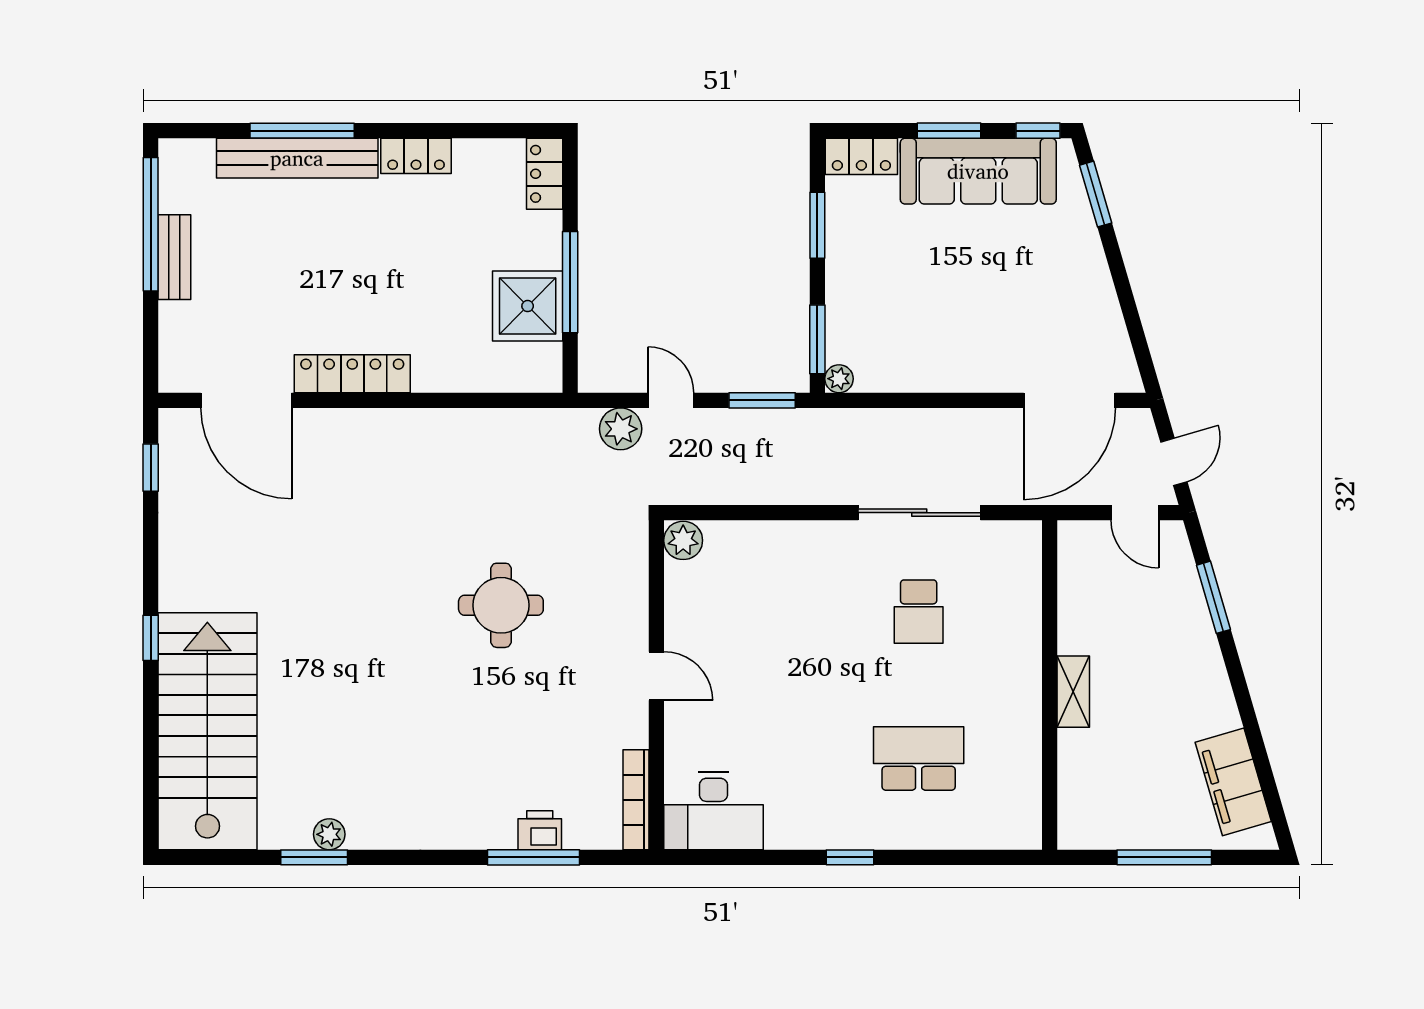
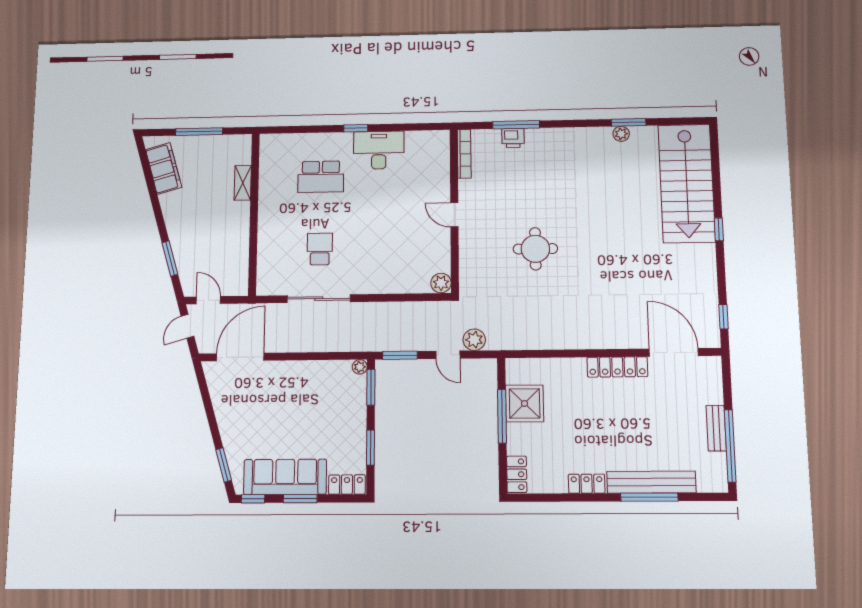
shelving: (1073, 692) -> (243, 183), moved
desk: (713, 811) -> (379, 150), moved

